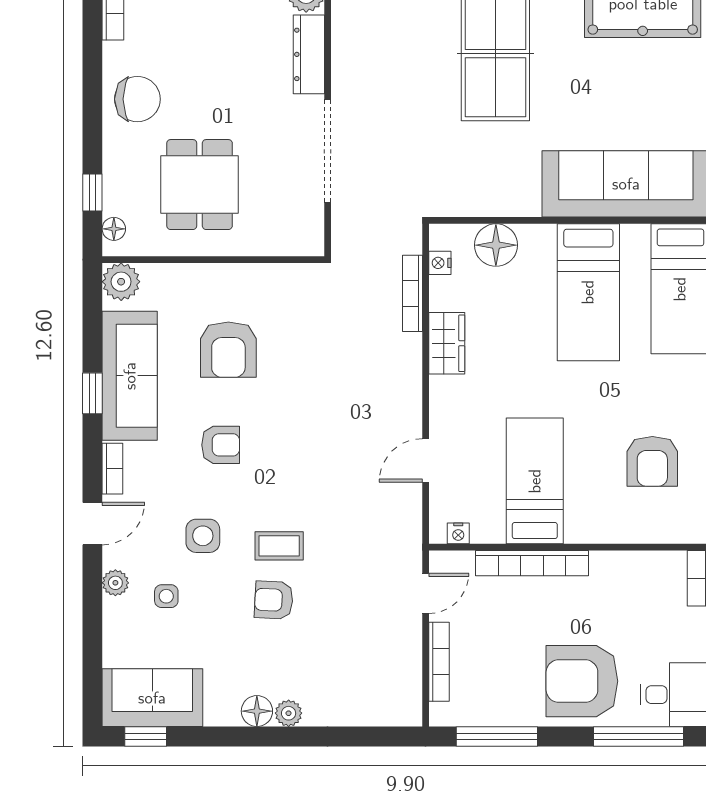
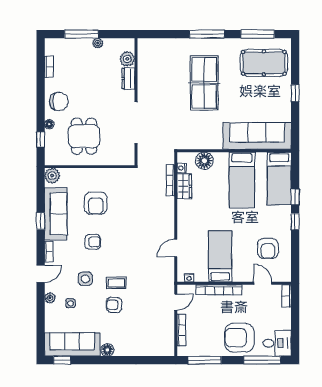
dresser: (309, 54) -> (128, 78), width x0.70
floor lamp: (114, 229) -> (49, 124), moved
wardrobe: (447, 343) -> (184, 186), moved
door: (640, 547) -> (263, 283), added
sofa: (152, 698) -> (72, 344), width x1.36
plant: (289, 713) -> (120, 351), removed

